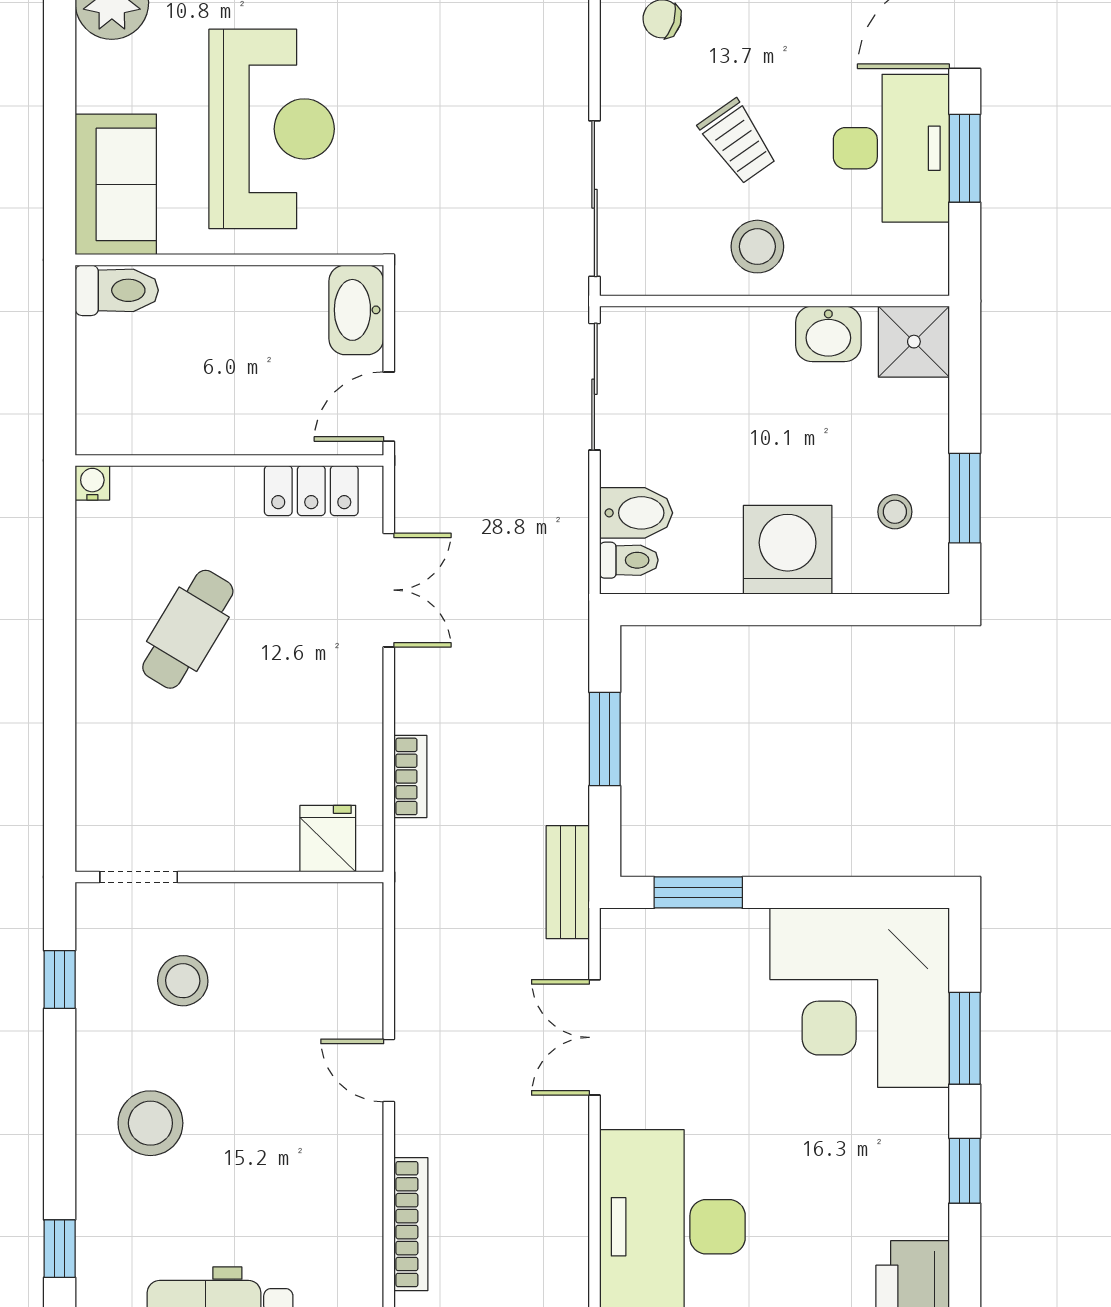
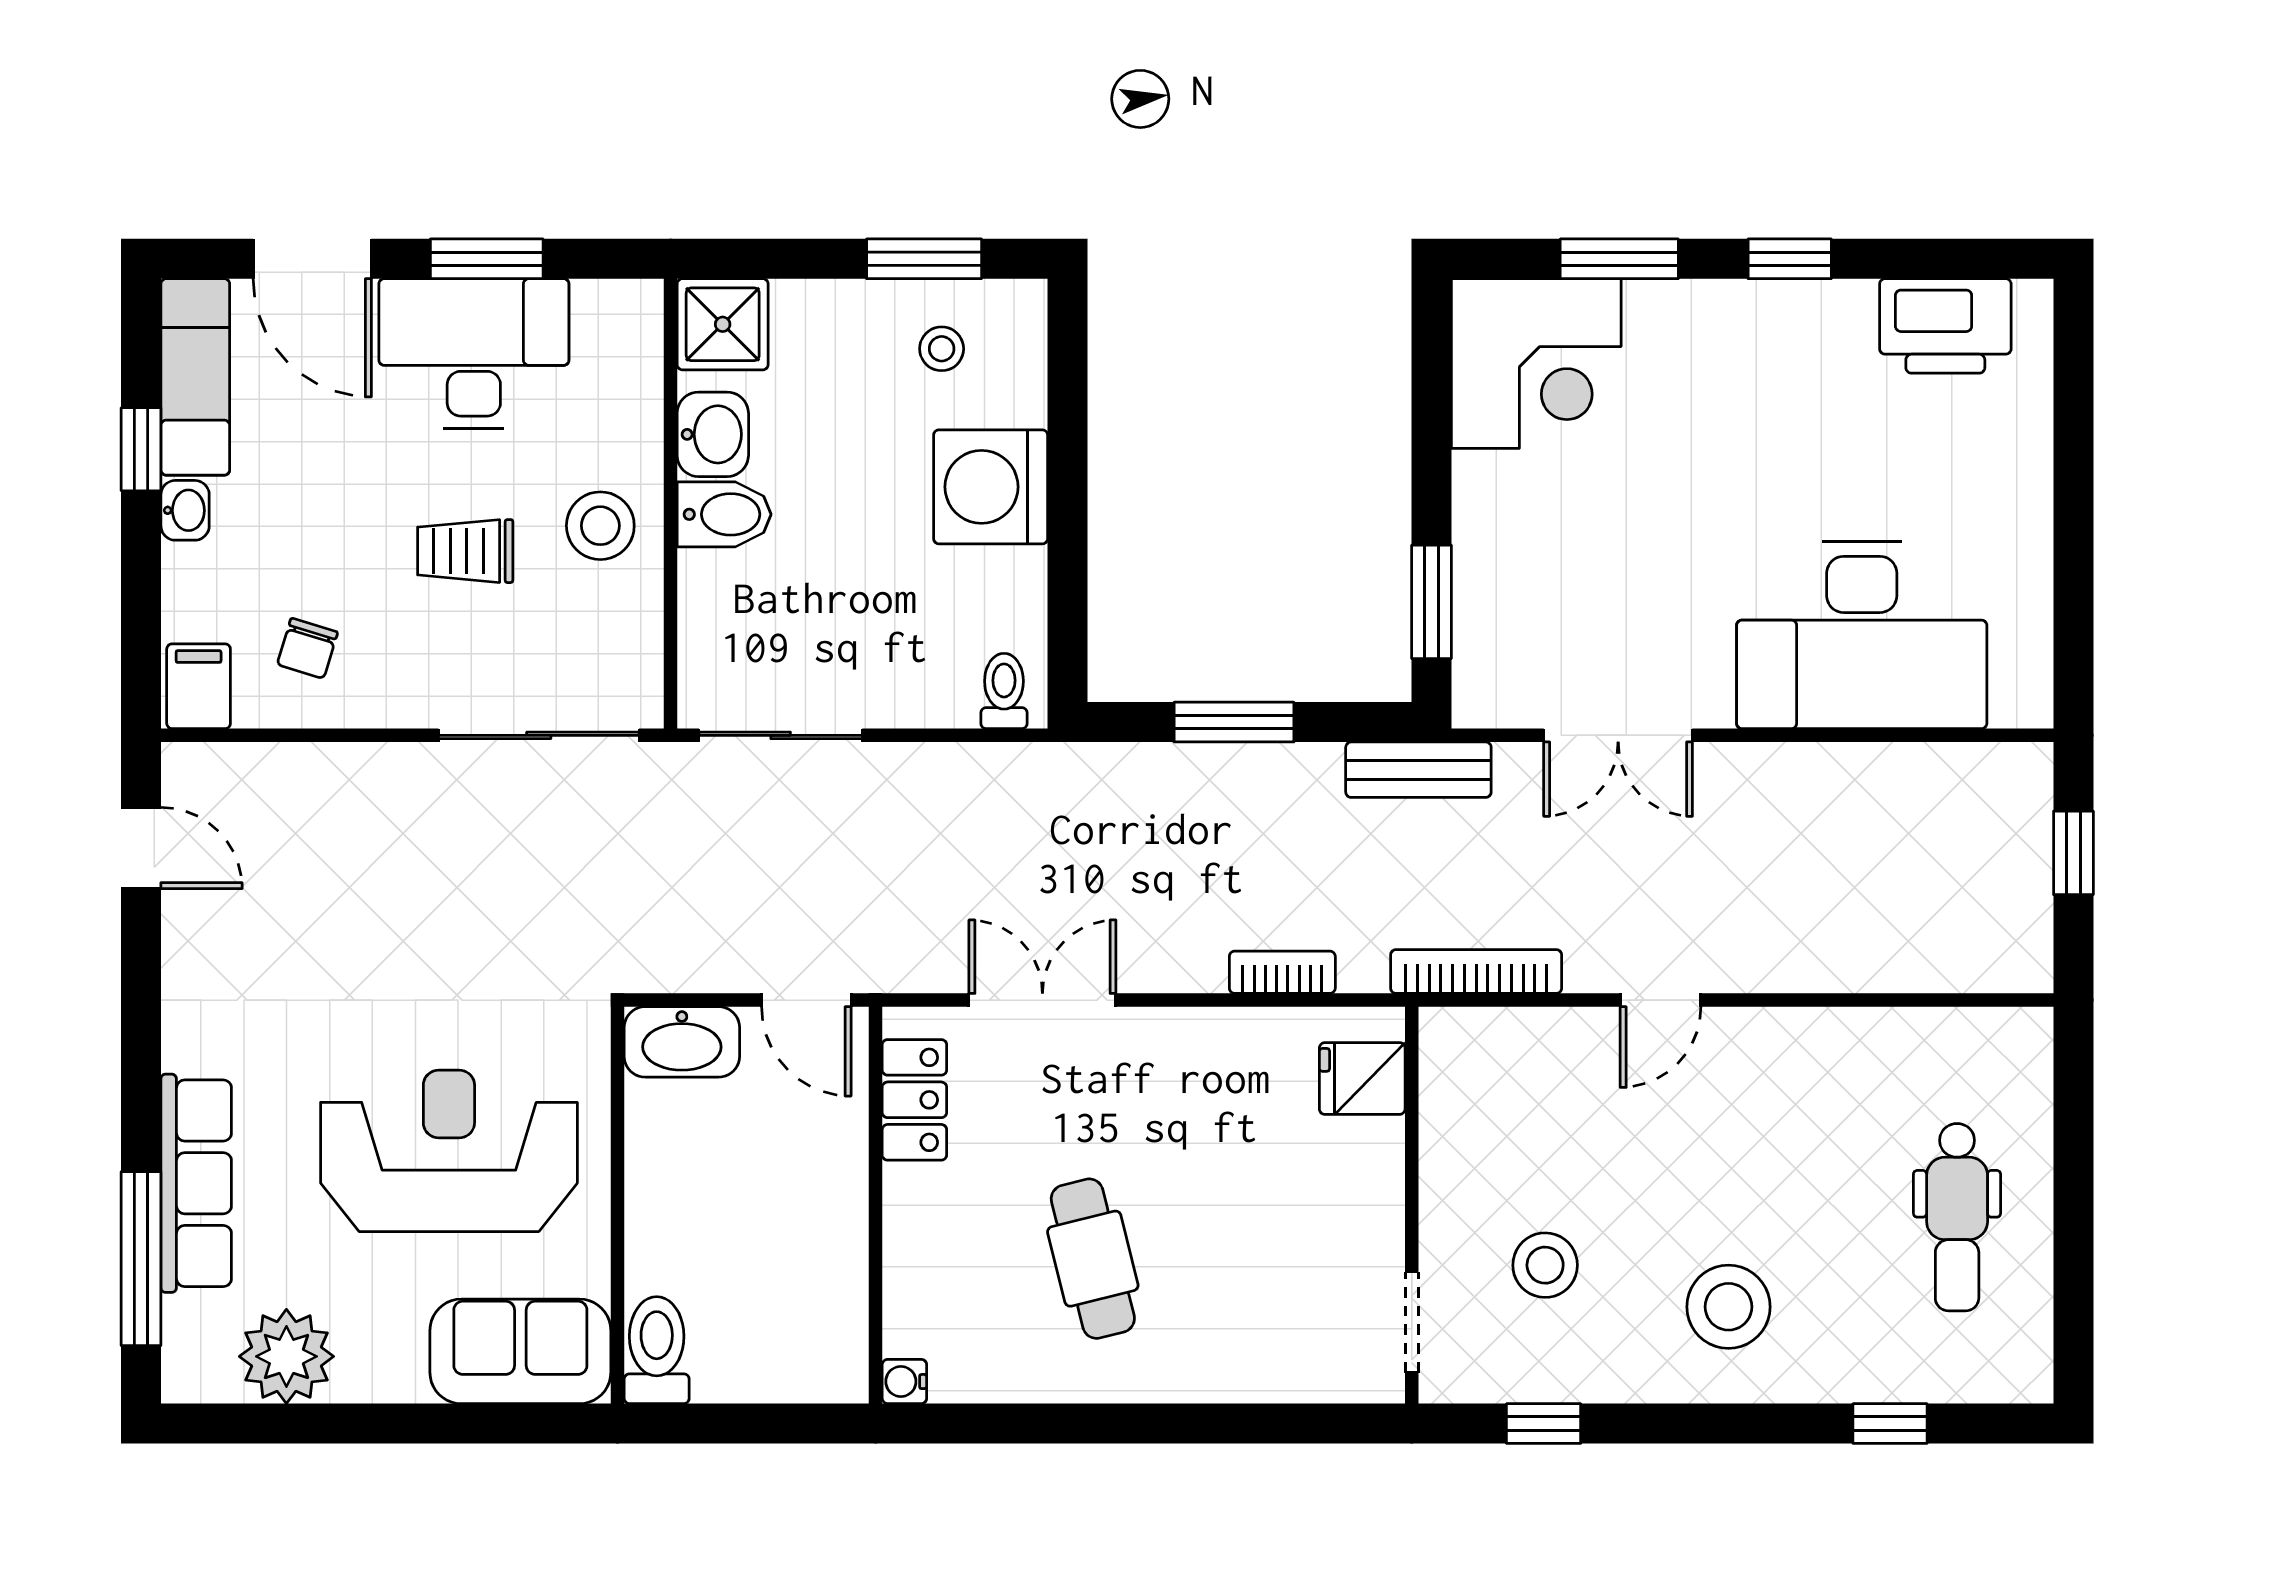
trolley: (738, 142) -> (465, 551), turned -145
bidet: (636, 513) -> (724, 514), moved, turned 90
cafe table: (188, 629) -> (1093, 1259), turned 45
corner desk: (860, 998) -> (1536, 364), width x0.74, depth x0.74
bookcase: (411, 1224) -> (1476, 972), moved

